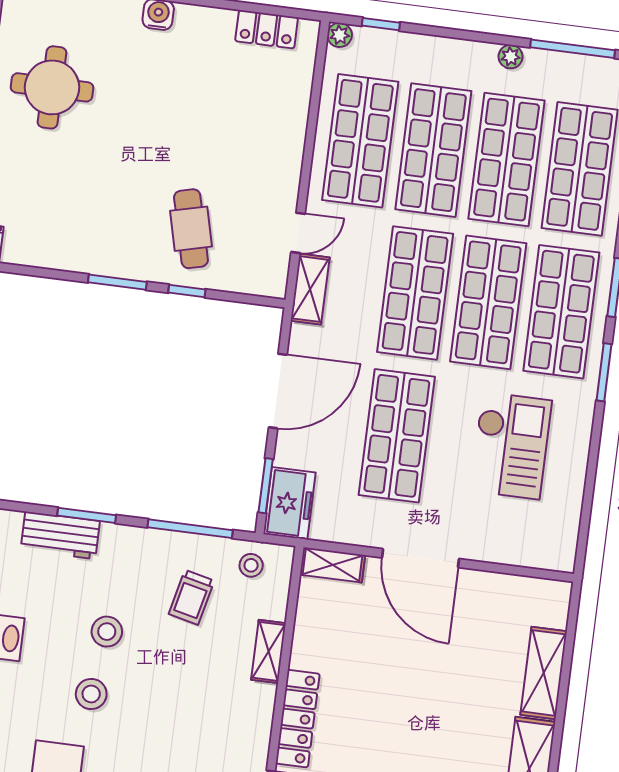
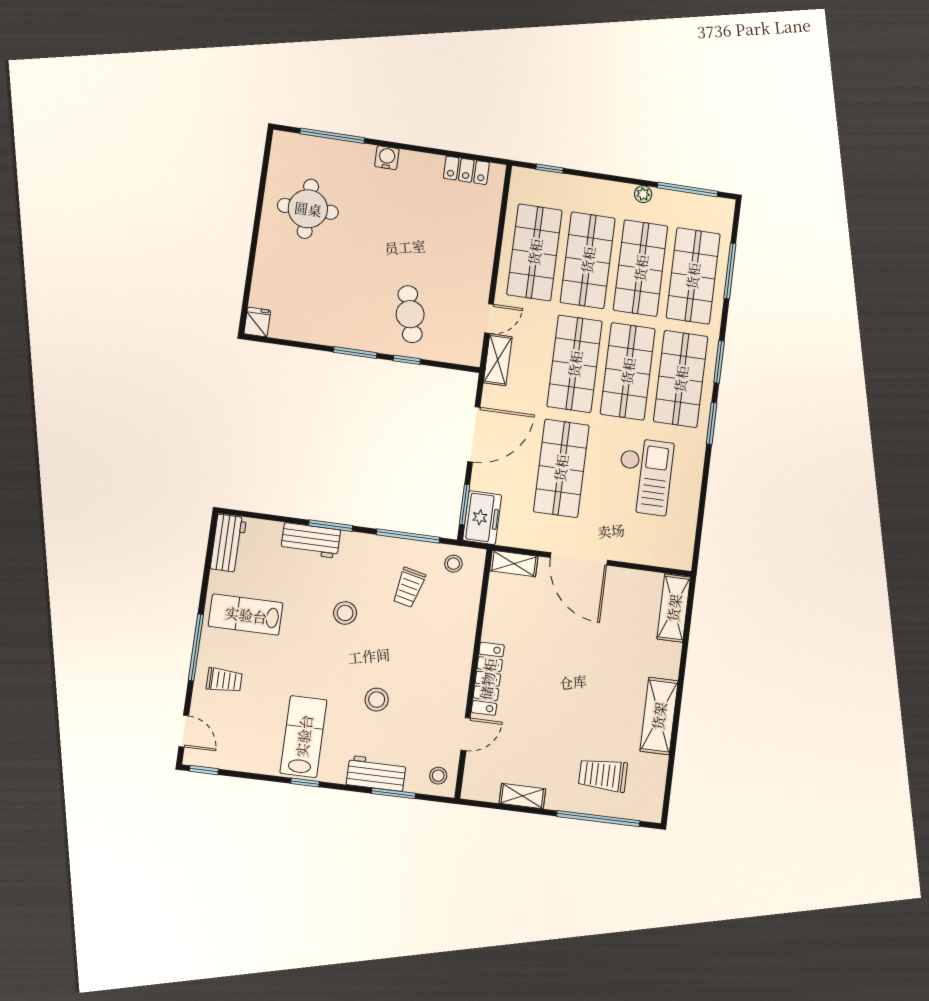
plant: (340, 35) -> (520, 176), removed
shelving: (268, 651) -> (466, 628), removed
shelving: (544, 673) -> (674, 608), moved
stool: (91, 694) -> (377, 700), moved

